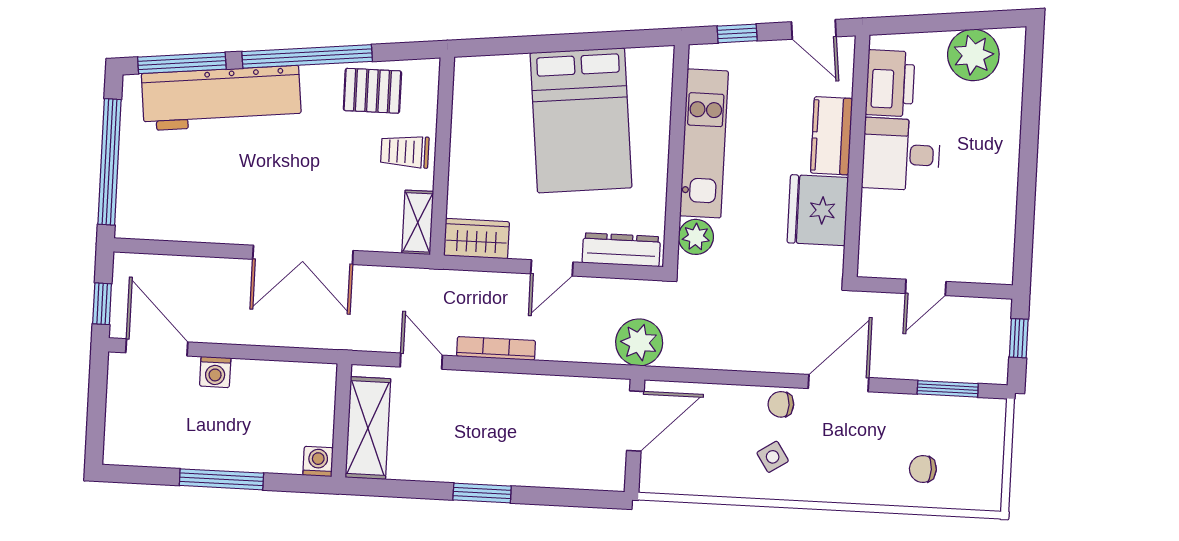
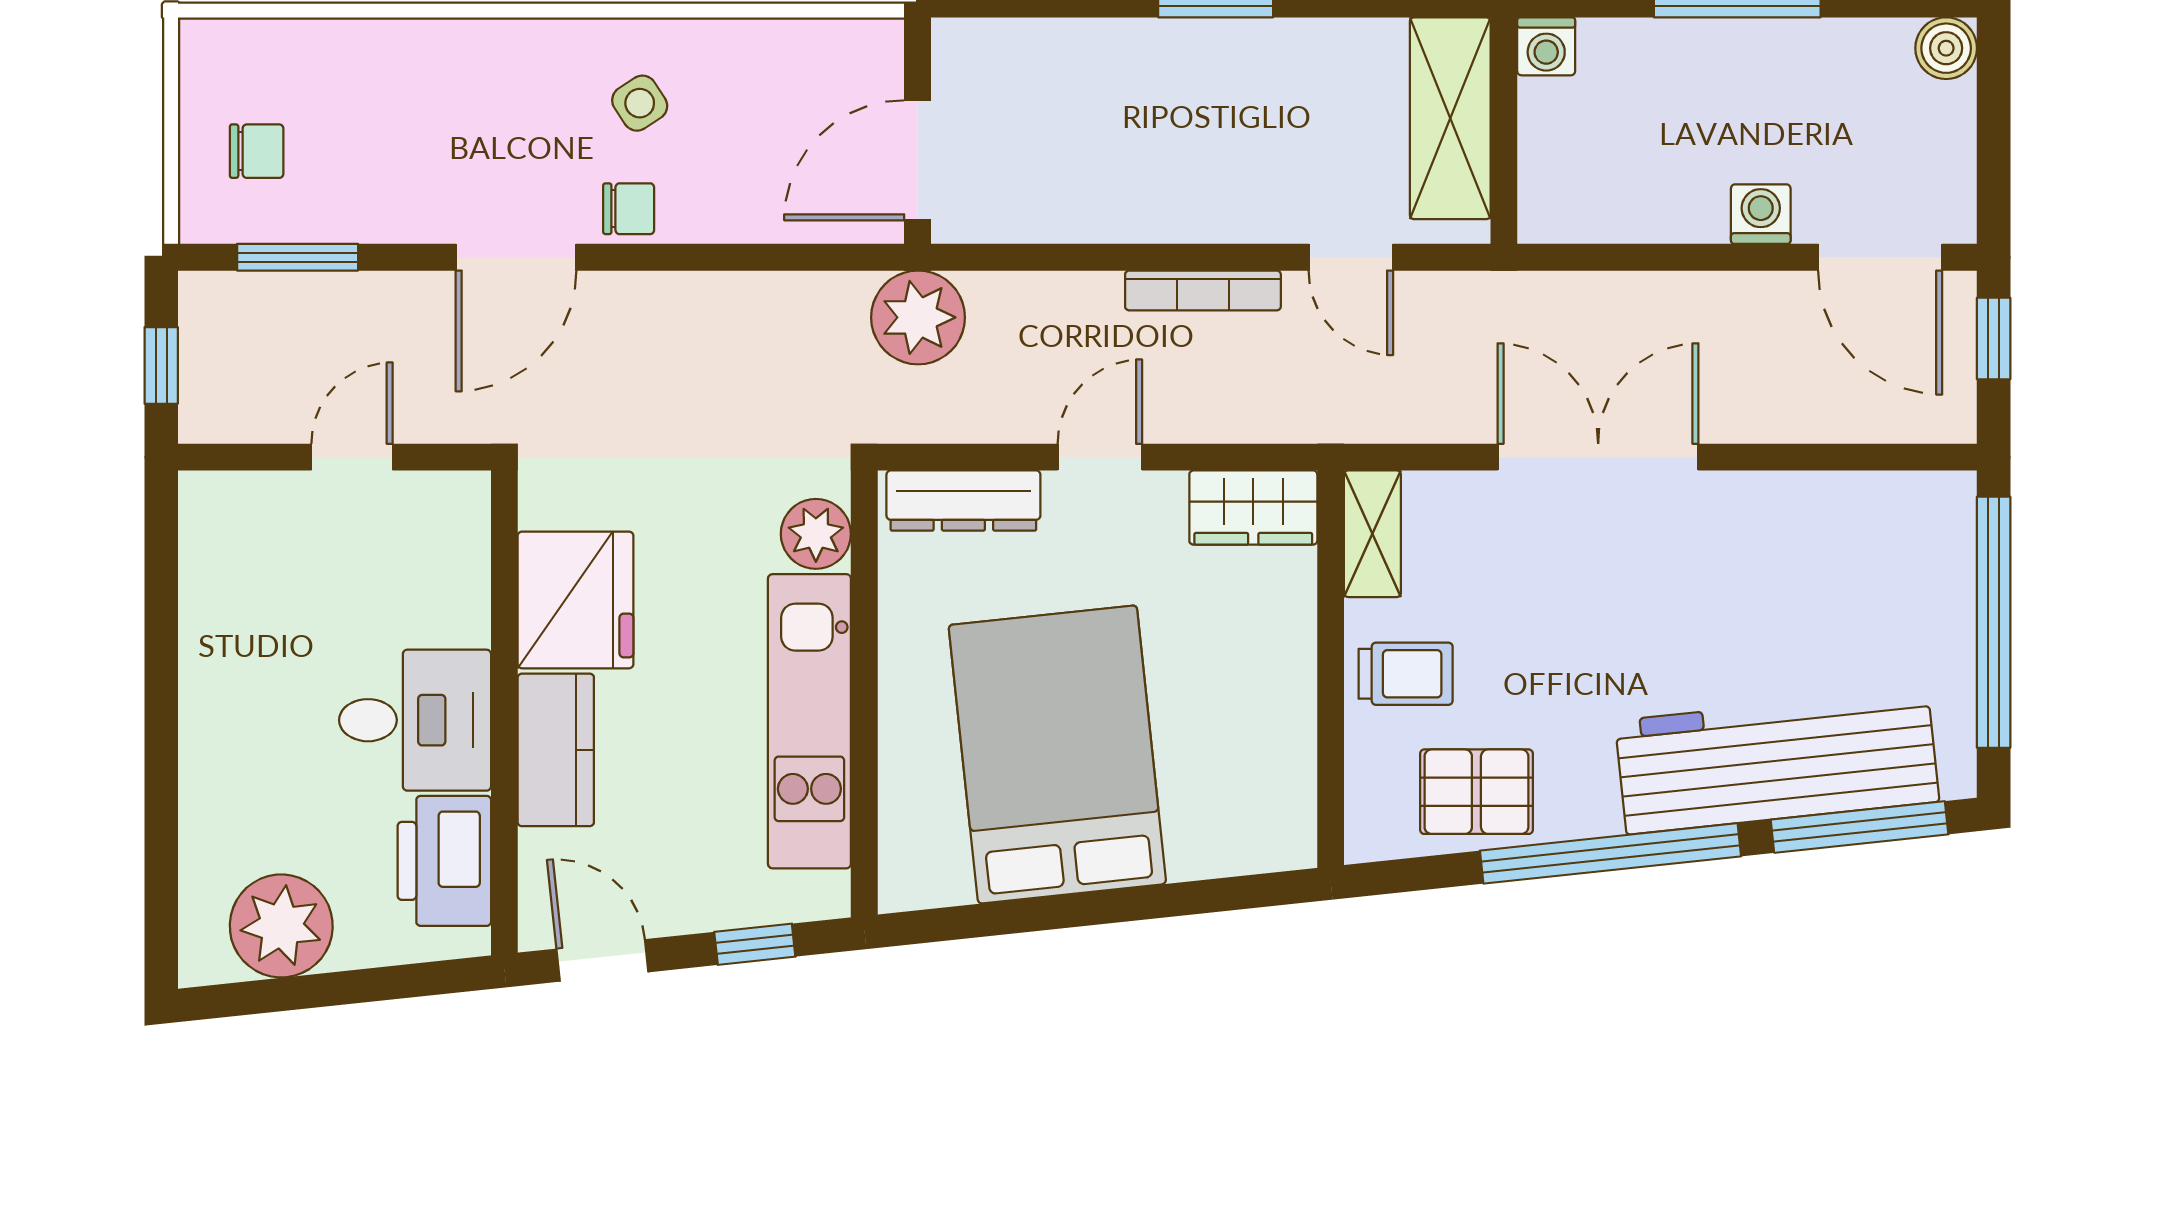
boiler: (118, 450) -> (1946, 48), added
chair: (923, 469) -> (257, 151), moved

